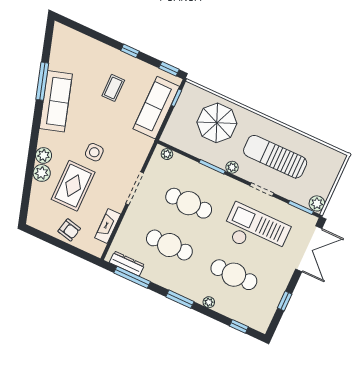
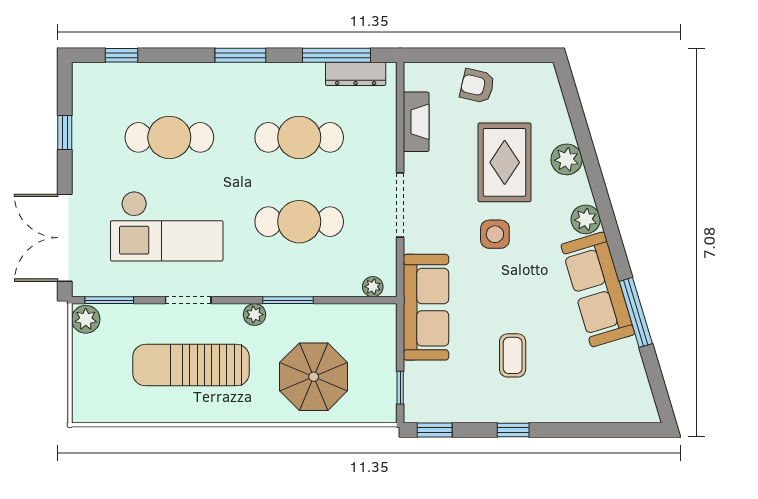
sofa: (156, 108) -> (426, 307), moved
plant: (44, 155) -> (586, 219), moved
sun lounger: (275, 157) -> (191, 365), turned 180
plant: (209, 302) -> (190, 72), removed

